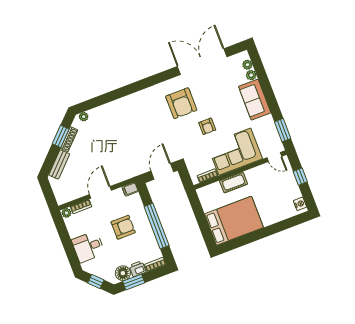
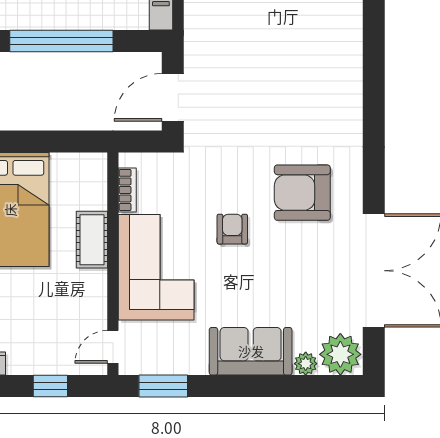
plant: (247, 65) -> (340, 354), width x1.87, depth x1.87
armchair: (207, 126) -> (232, 229), turned 90
door: (162, 171) -> (173, 97), swing flipped

